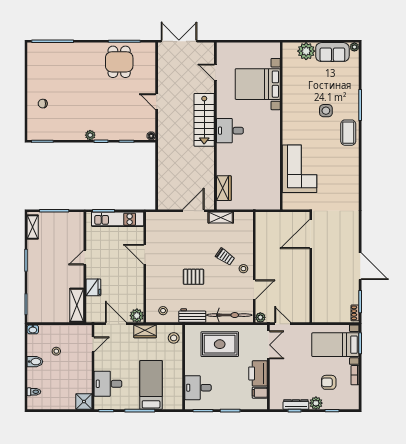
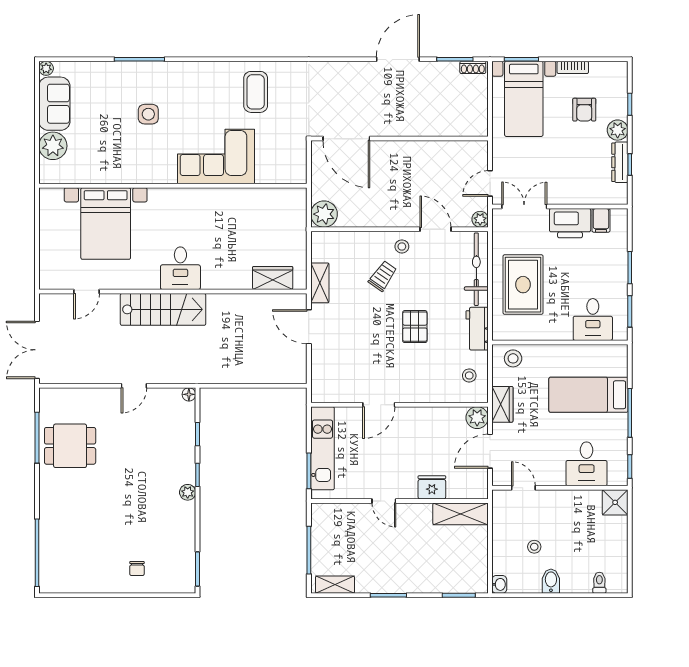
coffee table: (348, 133) -> (256, 92), moved, turned 90
corner sofa: (299, 169) -> (216, 157), moved
plant: (264, 220) -> (324, 214), added

